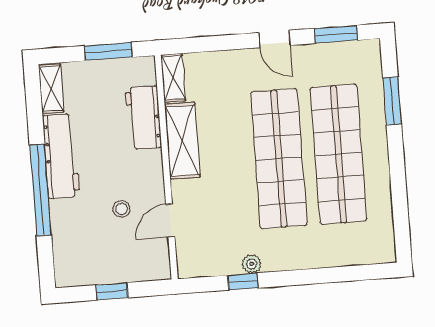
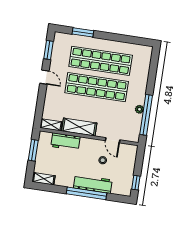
door: (274, 39) -> (44, 77), hinge flipped
workbench: (61, 156) -> (93, 184), moved
window: (243, 282) -> (146, 115), width x3.17
window: (112, 291) -> (136, 183), moved

